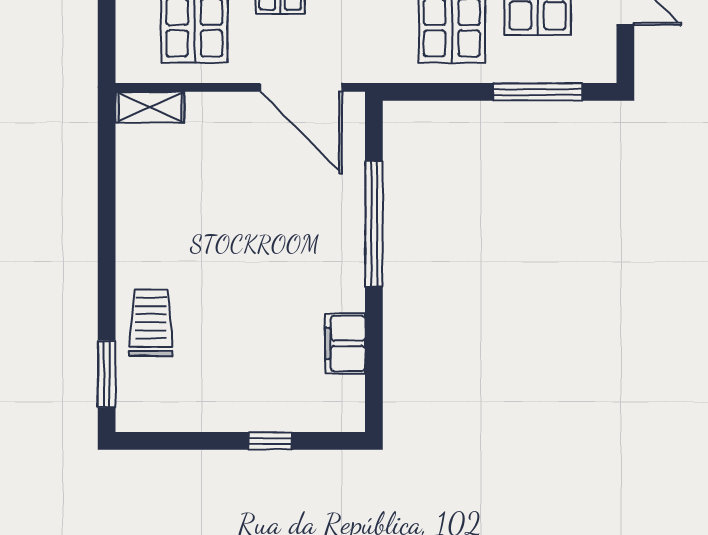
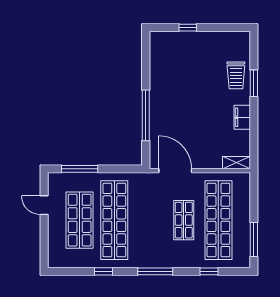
filing cabinet: (345, 343) -> (242, 117), moved, turned 180
window: (107, 374) -> (254, 83), moved

